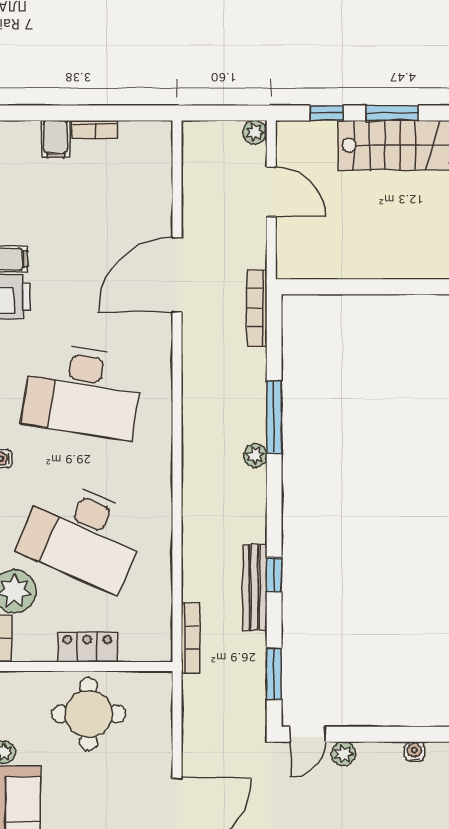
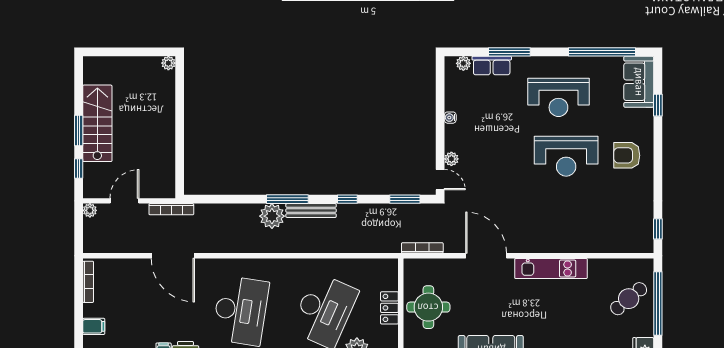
bookcase: (95, 129) -> (88, 282), moved, width x1.56
bookcase: (257, 308) -> (171, 209), moved
window: (274, 417) -> (287, 199), moved
plant: (255, 455) -> (272, 216), width x1.88, depth x1.88
bench: (255, 587) -> (311, 210), moved
bookcase: (190, 638) -> (422, 248), moved

